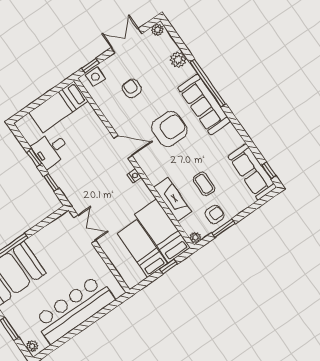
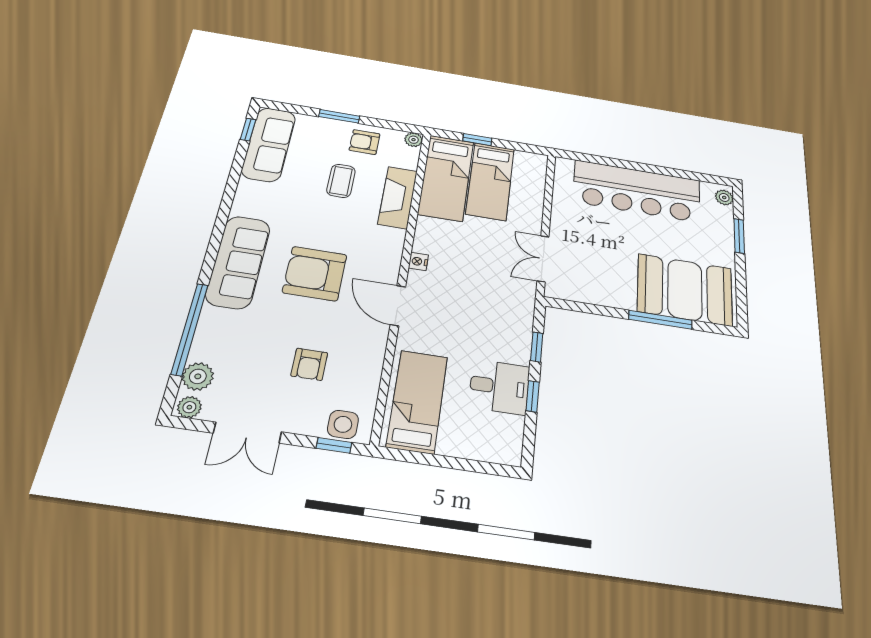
plant: (178, 60) -> (198, 376), moved
window: (208, 83) -> (190, 329), moved
bed: (58, 107) -> (417, 401), moved, turned -90
window: (223, 228) -> (339, 116), moved

